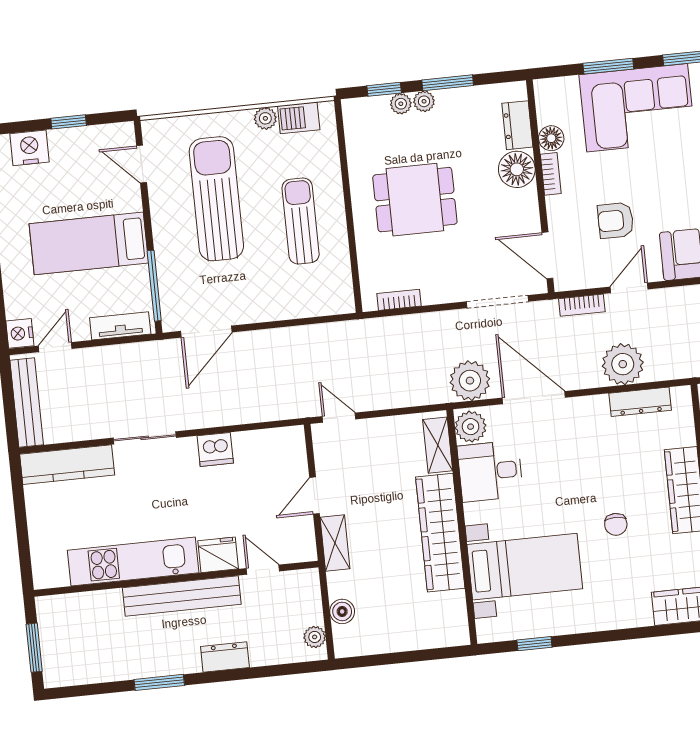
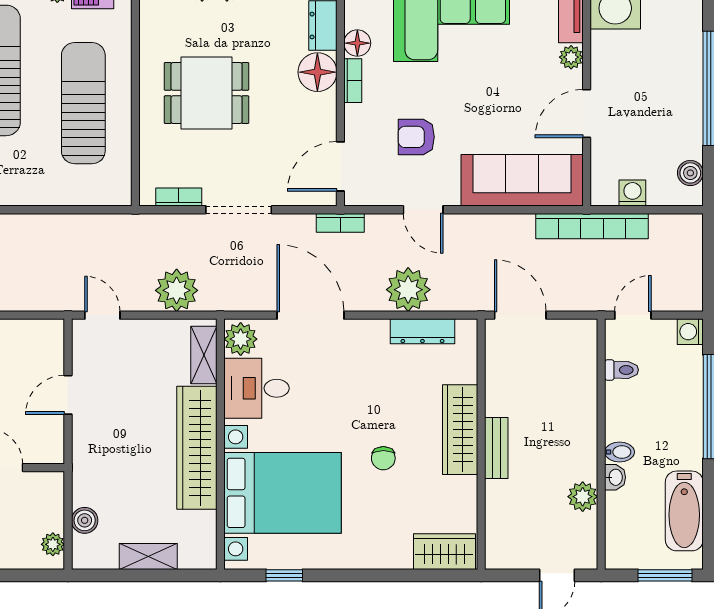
sun lounger: (301, 221) -> (83, 103), width x1.36, depth x1.34
door: (547, 255) -> (340, 166), hinge flipped
door: (629, 288) -> (423, 210), swing flipped
doorway: (497, 302) -> (239, 210), moved
bookcase: (582, 305) -> (340, 223), moved
plant: (470, 381) -> (177, 290), moved
shelving: (335, 543) -> (148, 556), moved, turned 90
bed with nightstands: (525, 567) -> (283, 493), width x1.36

